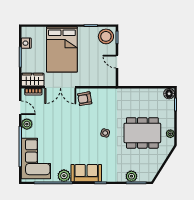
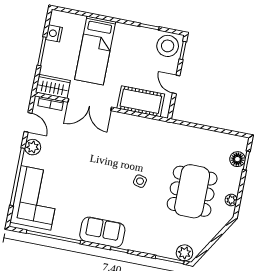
bed: (62, 49) -> (95, 51), width x0.67
cot: (95, 78) -> (141, 101), added
floor lamp: (169, 94) -> (237, 159), moved
armchair: (85, 99) -> (121, 127), removed
dining table: (142, 133) -> (192, 191), turned 90
plant: (64, 176) -> (70, 230), removed
plant: (131, 176) -> (184, 253), moved

